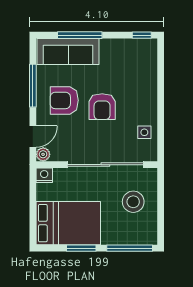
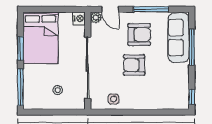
armchair: (64, 100) -> (139, 35), turned 90
stool: (133, 202) -> (58, 90), width x0.53, depth x0.53

